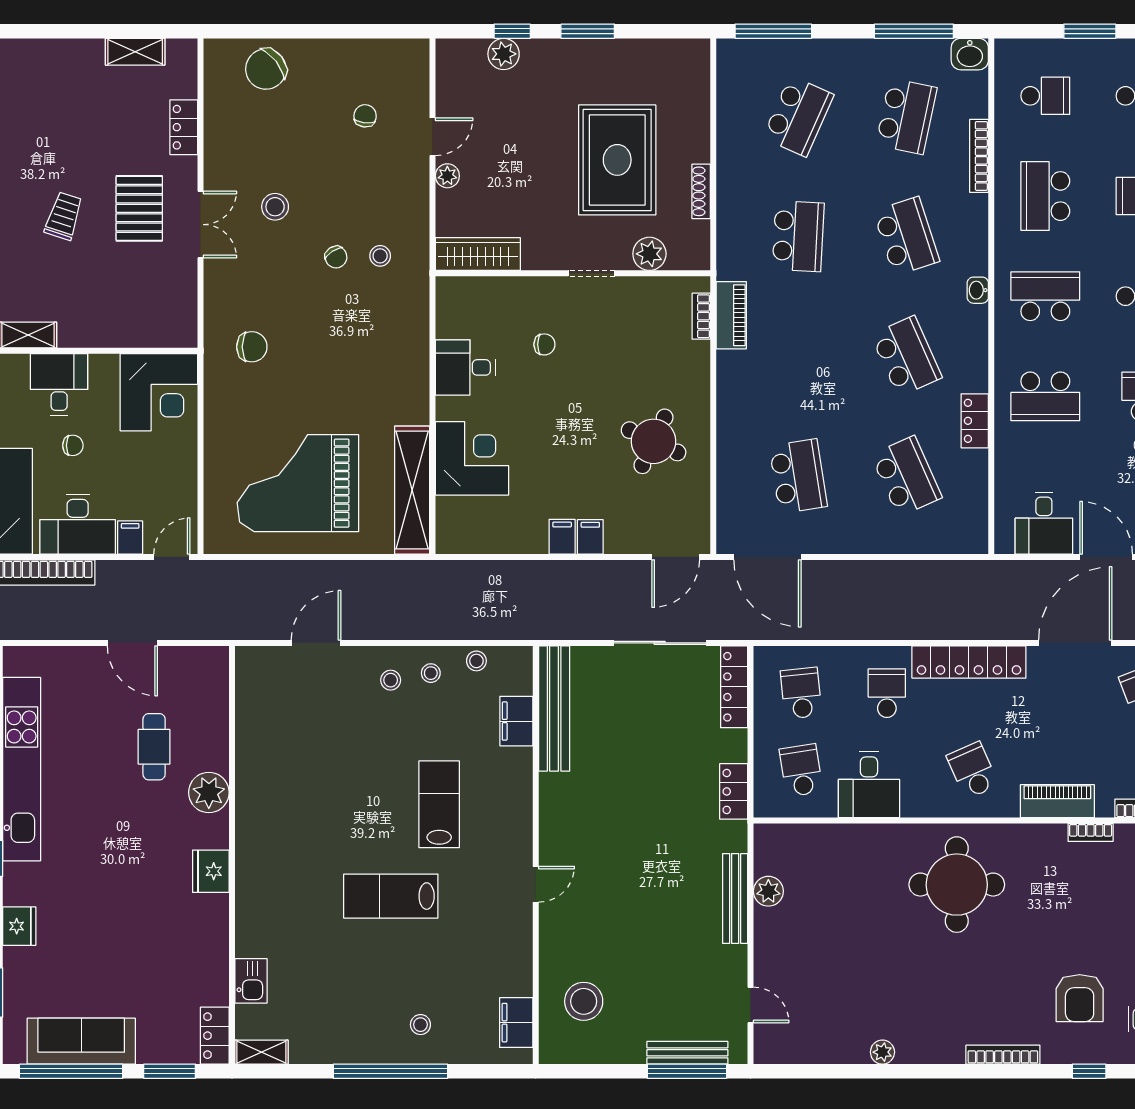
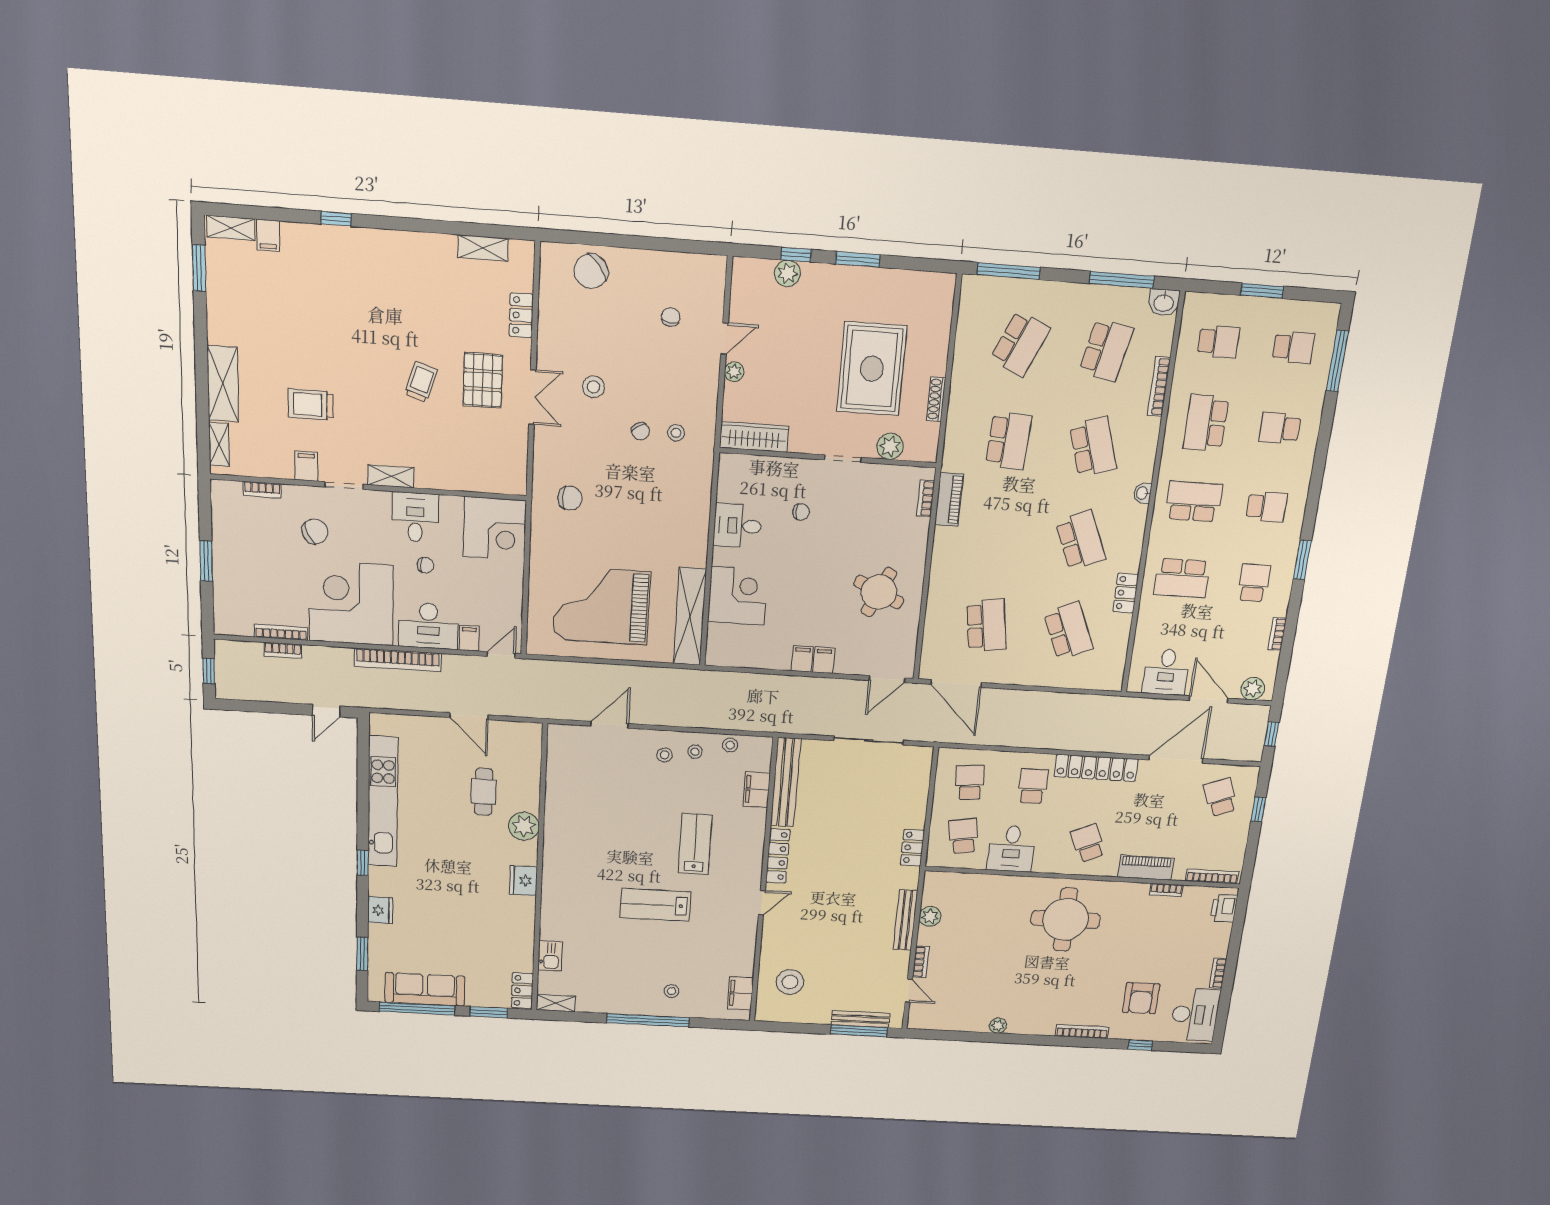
locker: (734, 687) -> (778, 856), moved, turned 180
bookcase: (763, 960) -> (921, 962), added

